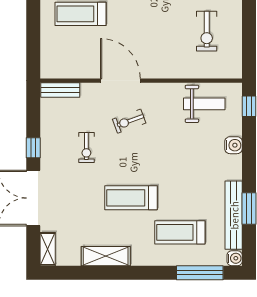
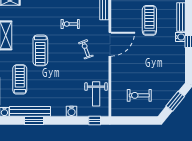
treadmill: (131, 198) -> (40, 50), turned 180

